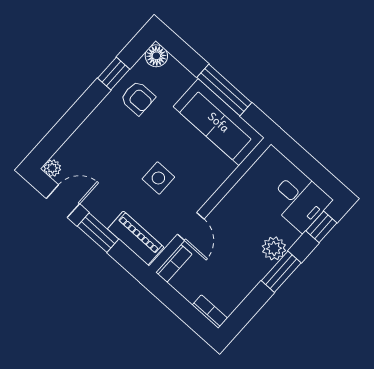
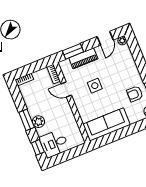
window: (224, 90) -> (120, 134), removed
window: (98, 233) -> (73, 51), moved
piano: (136, 238) -> (83, 58), moved

